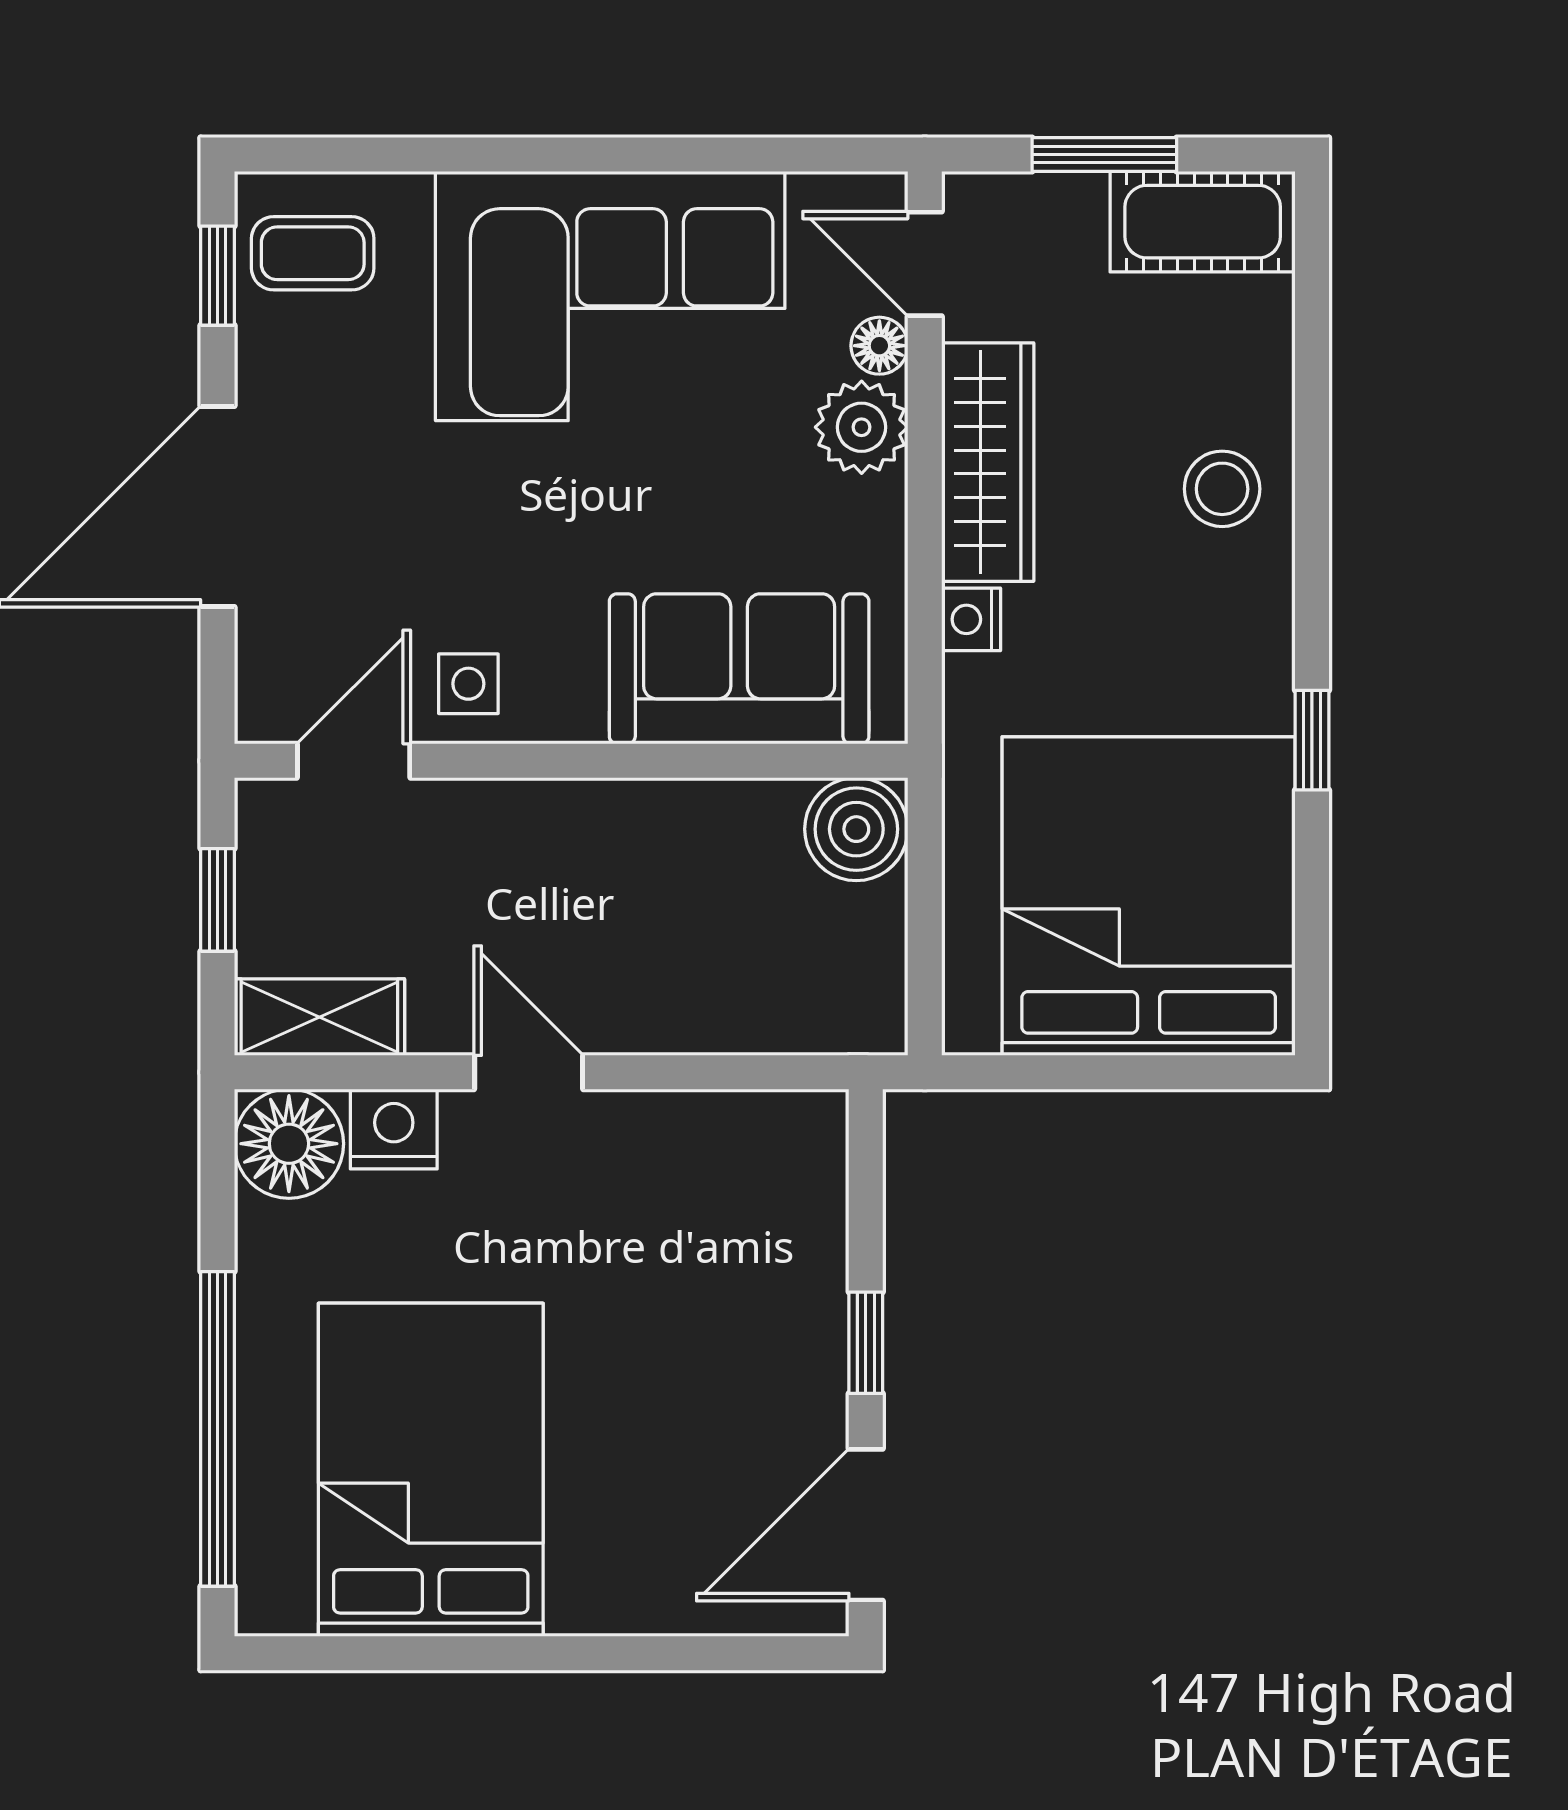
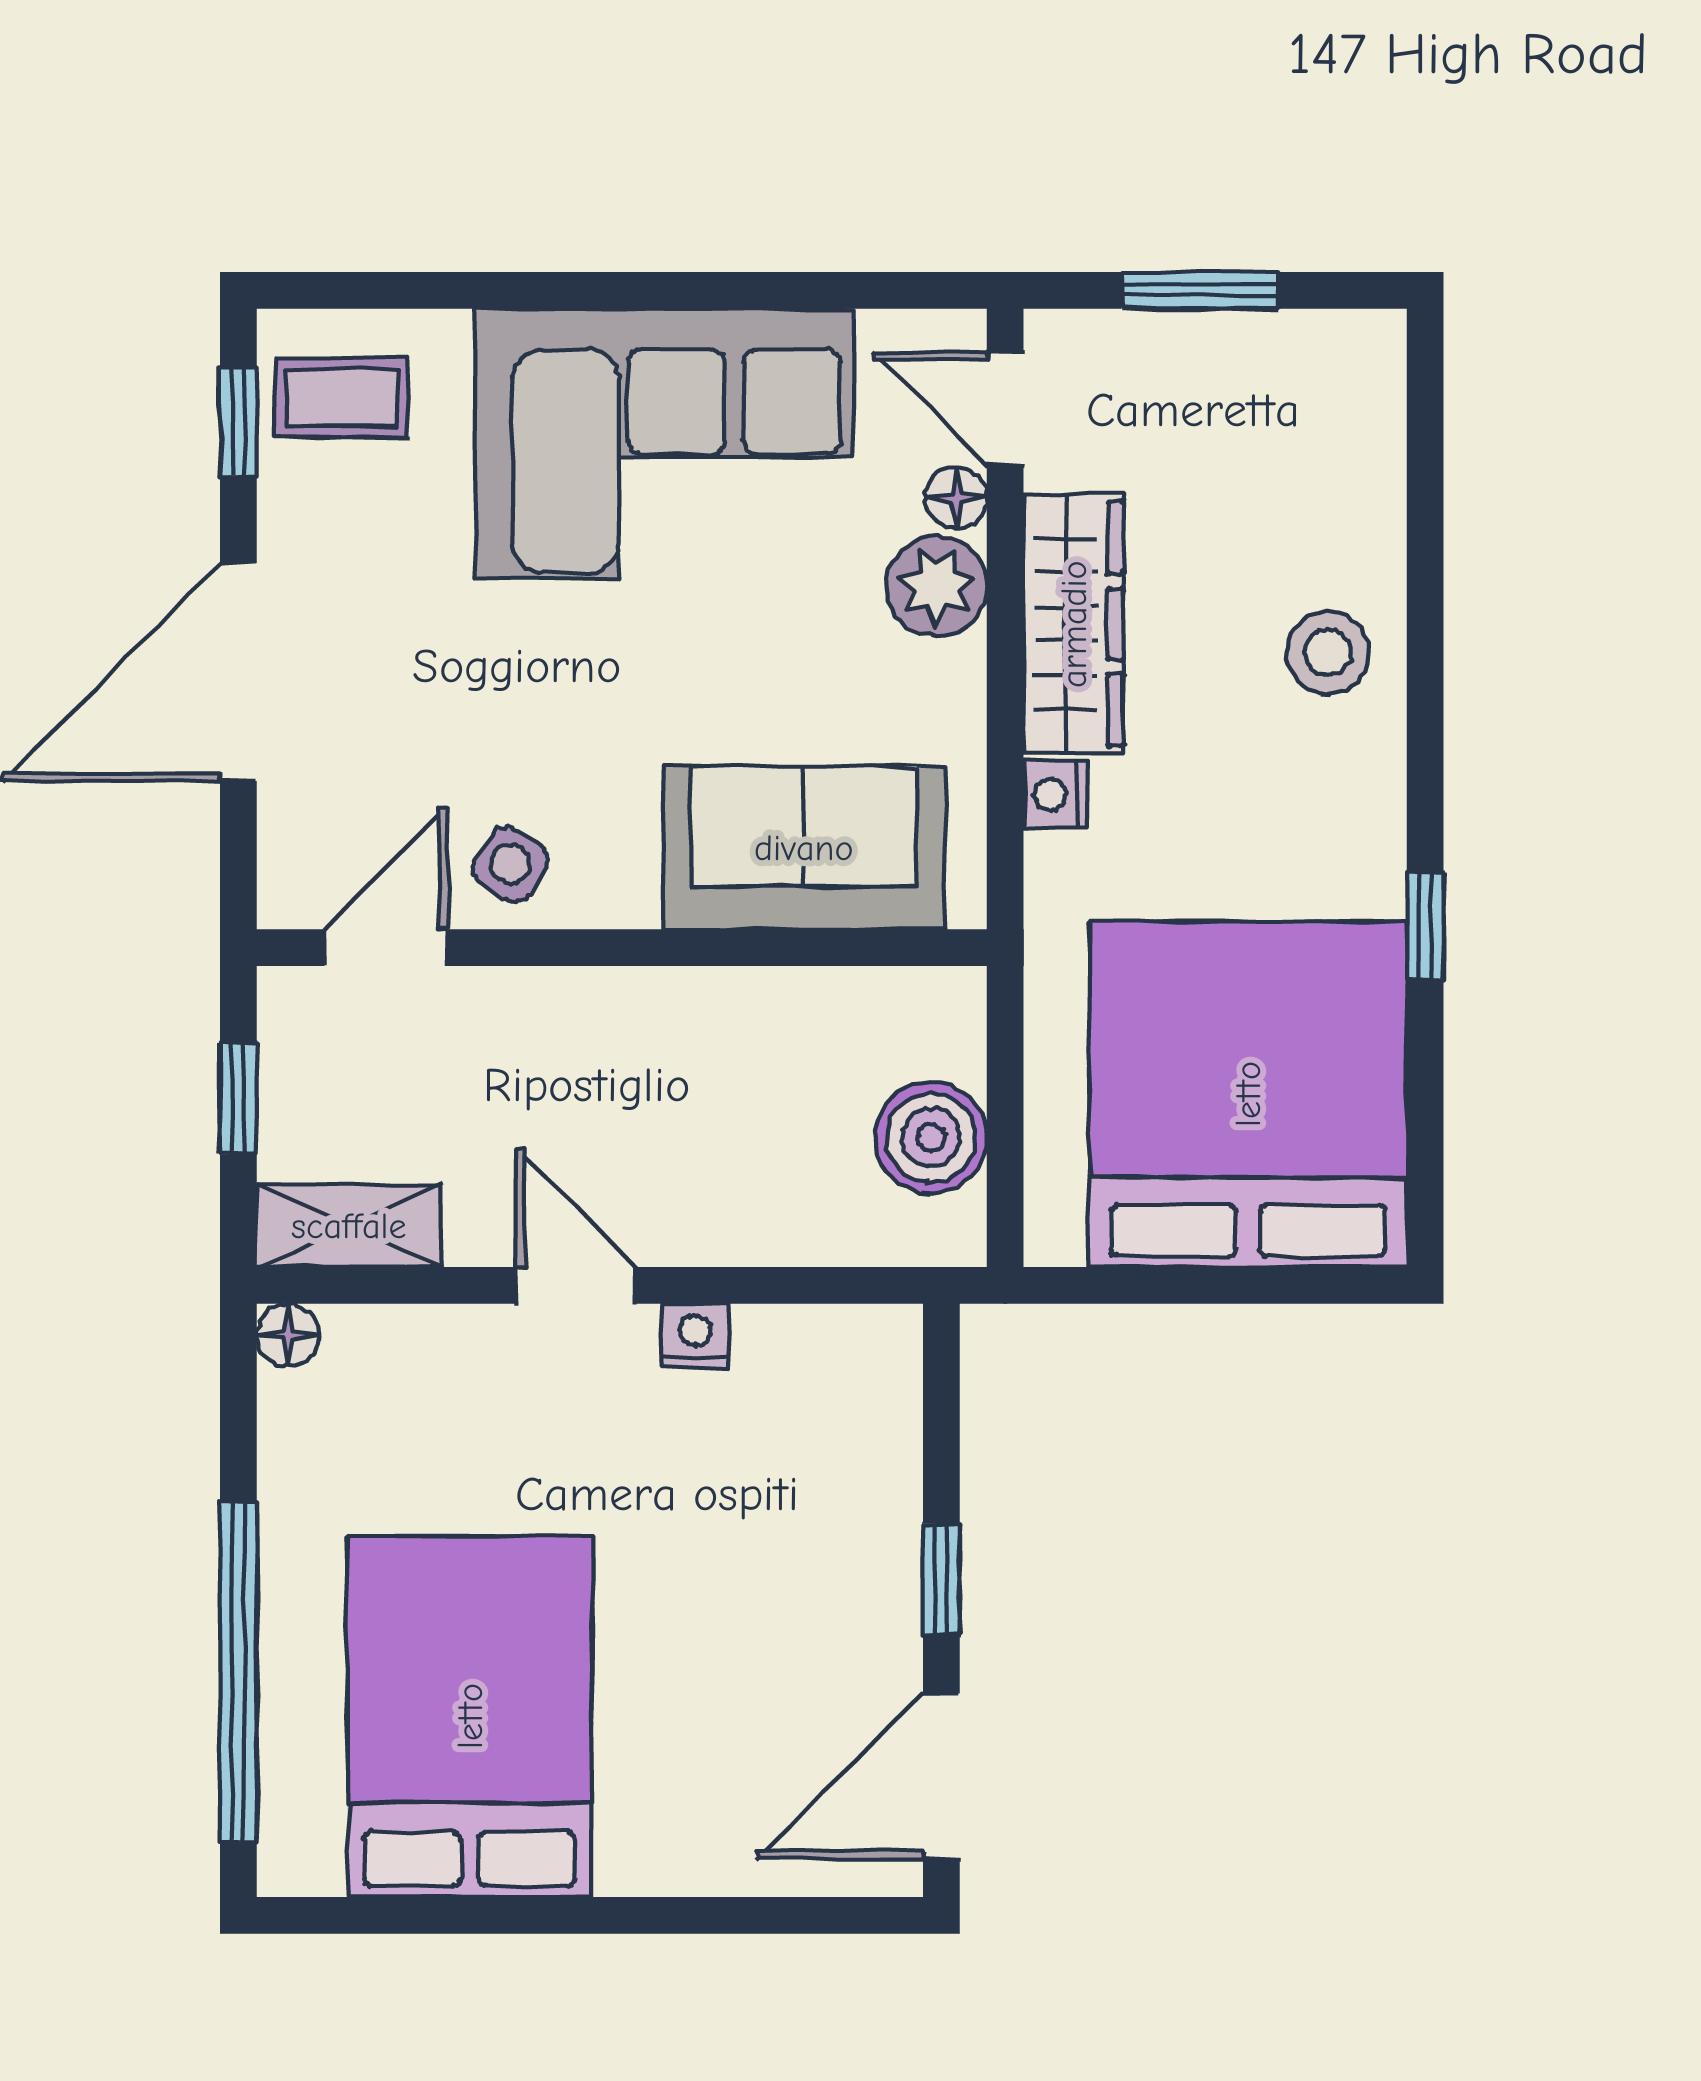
cot: (1203, 222) -> (1307, 363), removed
side table: (468, 684) -> (510, 864), turned 34
boiler: (856, 829) -> (931, 1138), moved
nightstand: (394, 1129) -> (695, 1336), moved, width x0.72, depth x0.74
floor lamp: (289, 1144) -> (288, 1335), width x0.53, depth x0.53

